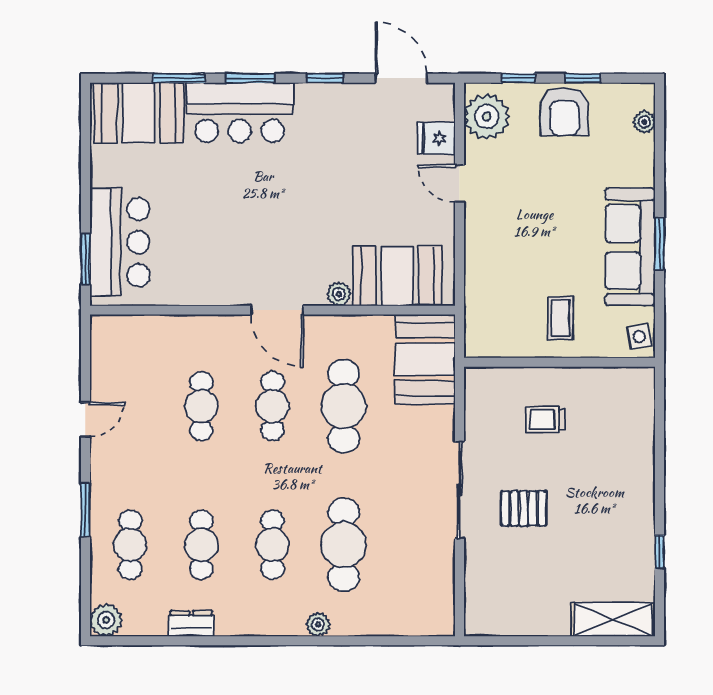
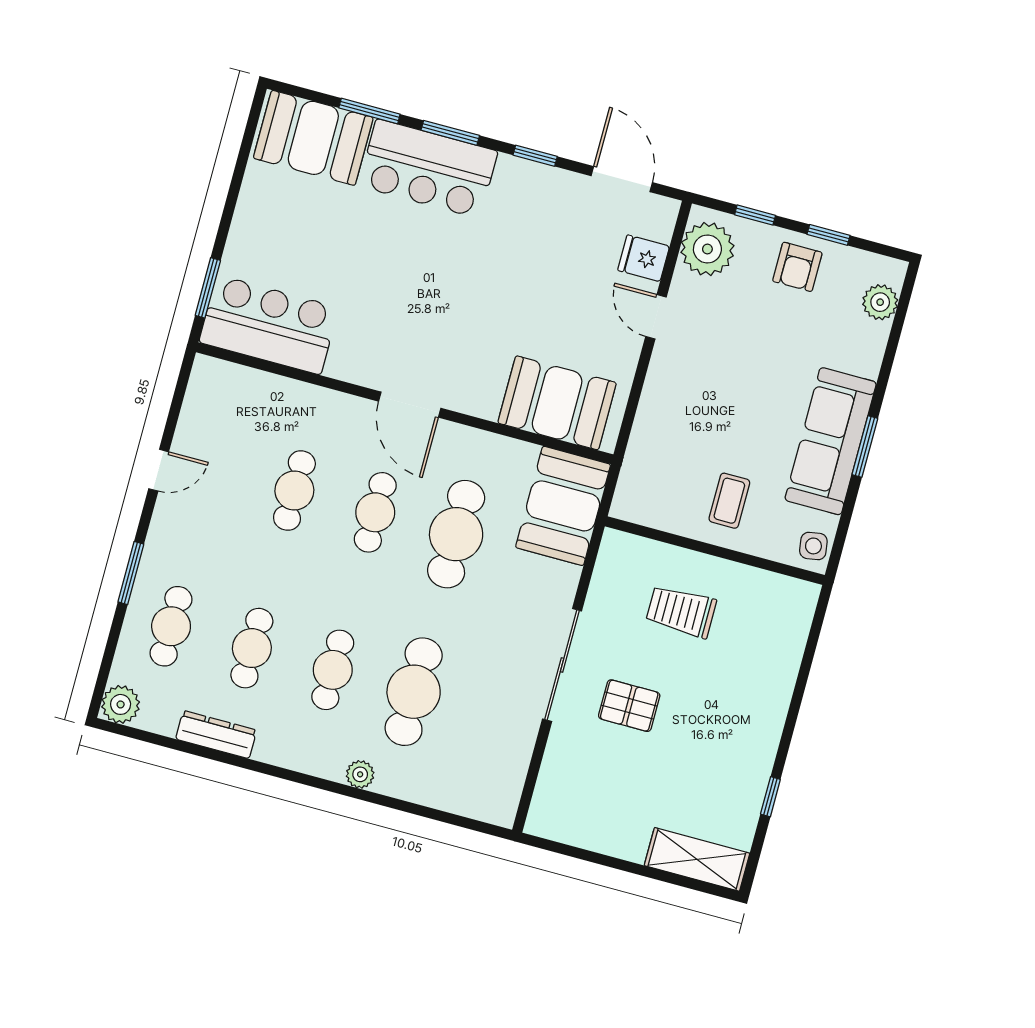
armchair: (564, 111) -> (797, 267), width x0.72, depth x0.72
plant: (644, 122) -> (880, 302), width x1.38, depth x1.38
bar counter: (120, 242) -> (269, 325), moved, turned -90
plant: (339, 294) -> (485, 405), removed
trolley: (545, 420) -> (681, 611), width x1.36, depth x1.39
dresser: (191, 624) -> (216, 735), width x1.44

